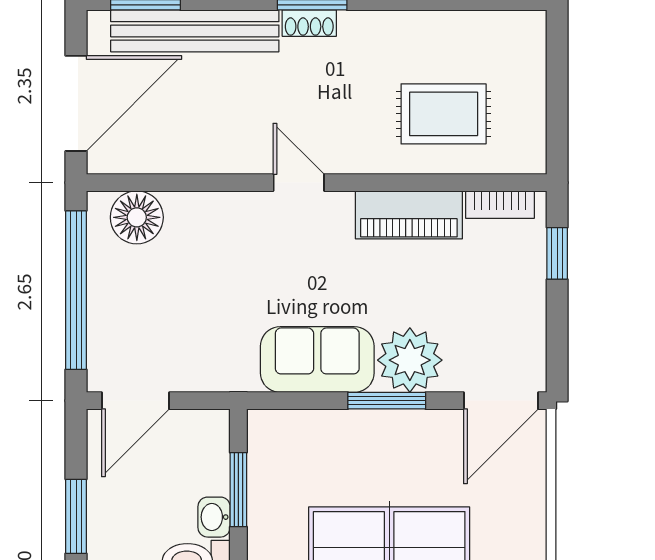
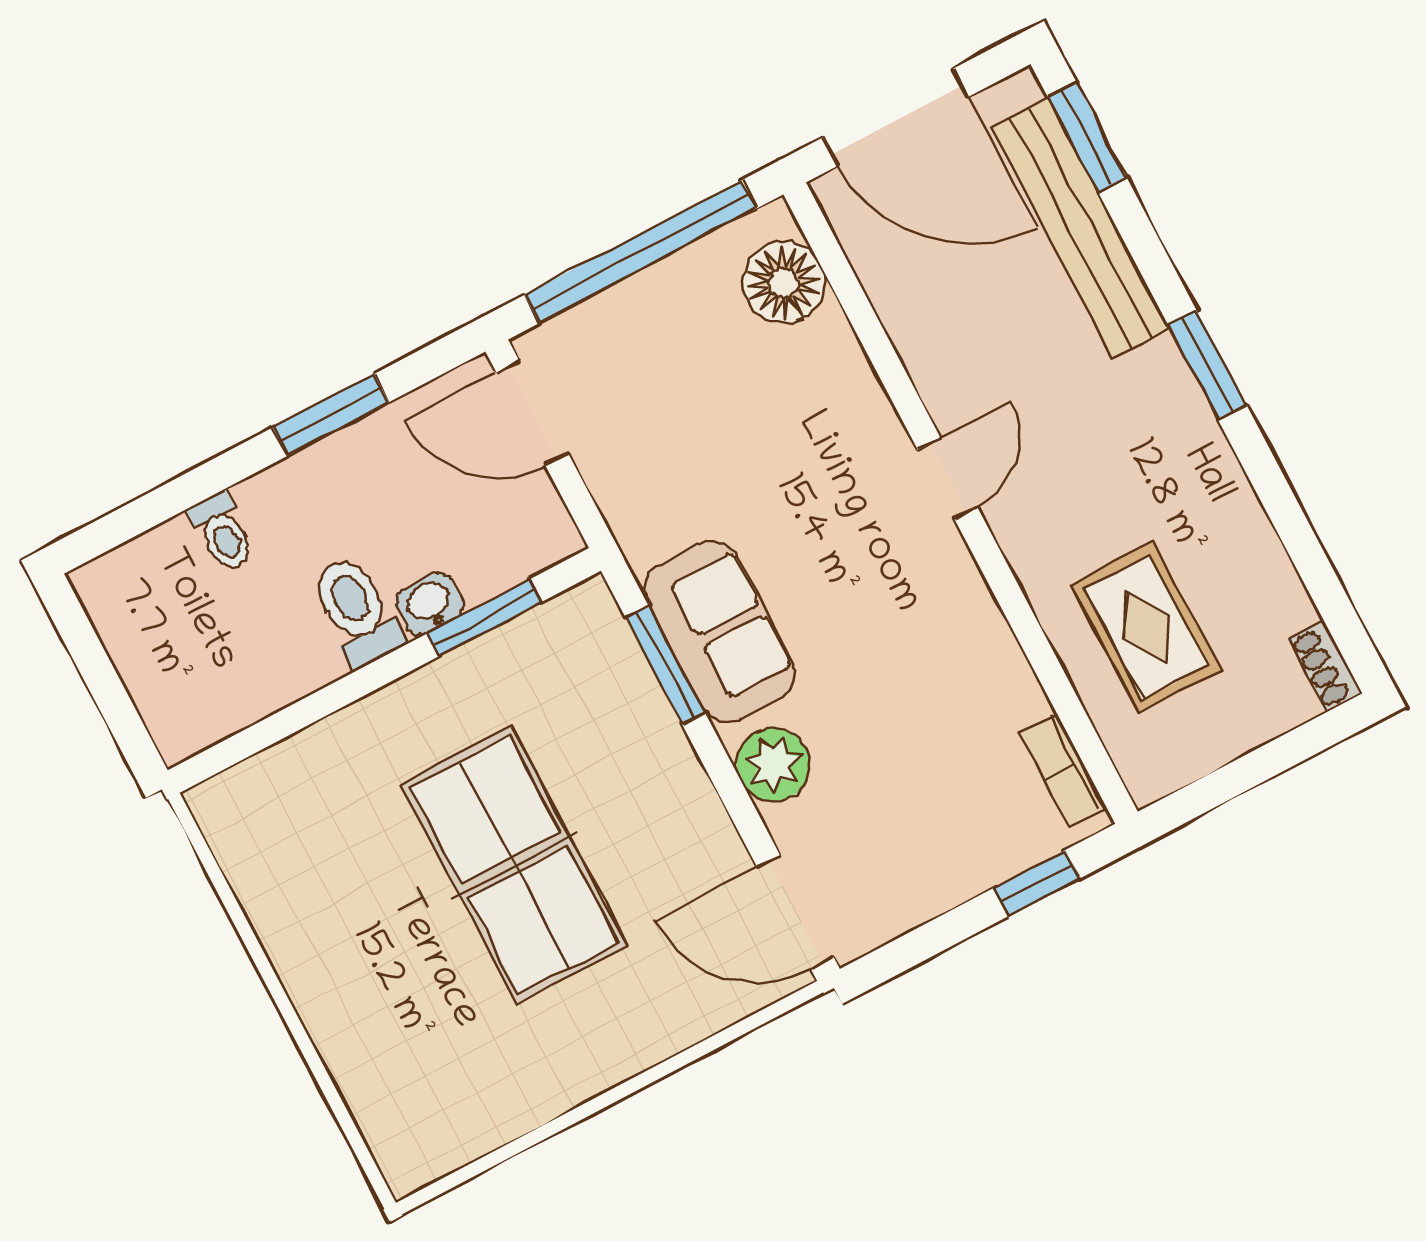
shoe rack: (309, 23) -> (1325, 666), moved
piano: (409, 215) -> (983, 652), removed
plant: (410, 360) -> (773, 765), width x0.73, depth x0.73
window: (387, 401) -> (665, 666), moved

